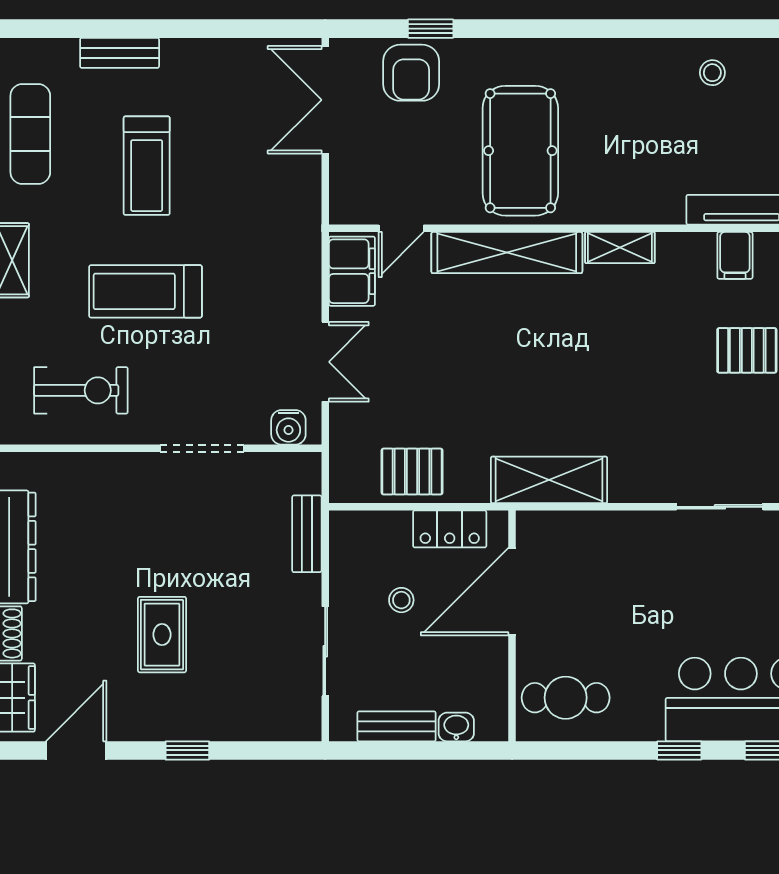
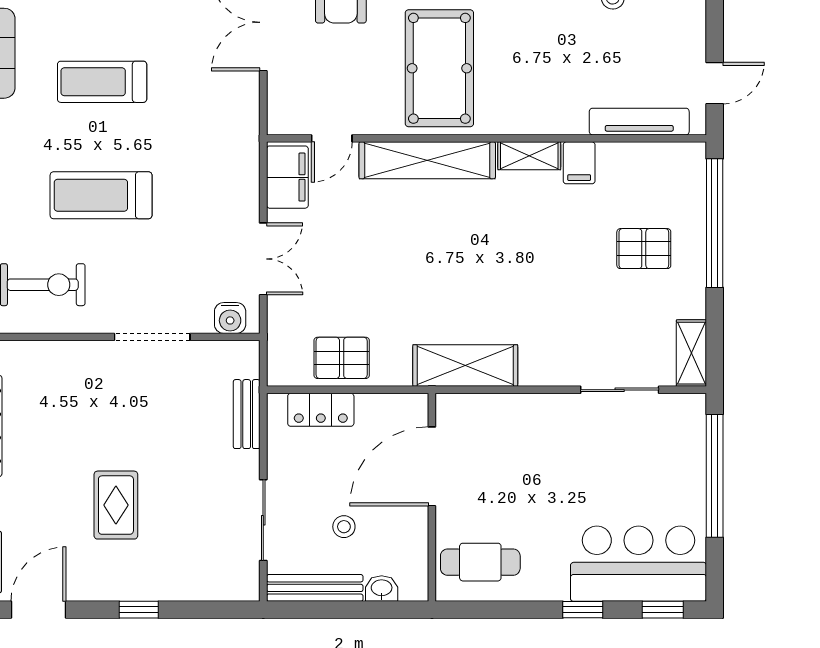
treadmill: (147, 166) -> (102, 82), turned 90
filing cabinet: (735, 255) -> (579, 163), moved
locker: (450, 529) -> (321, 410), moved
stool: (401, 600) -> (344, 527), moved
bench: (396, 726) -> (315, 588), width x1.36

